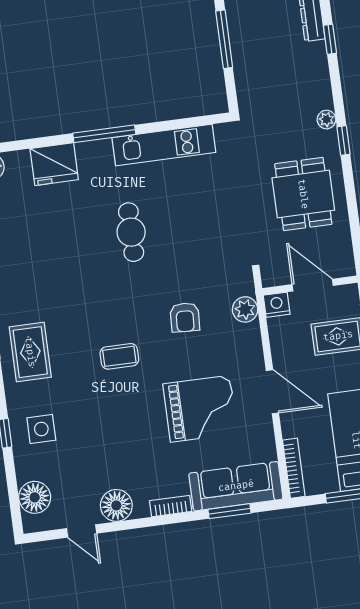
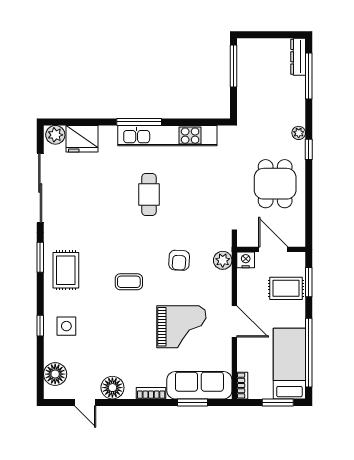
window: (330, 39) -> (309, 76), width x2.17
kitchen unit: (164, 145) -> (167, 136), width x1.36
fridge: (54, 164) -> (82, 139), moved
bookcase: (294, 468) -> (242, 386), width x0.64

